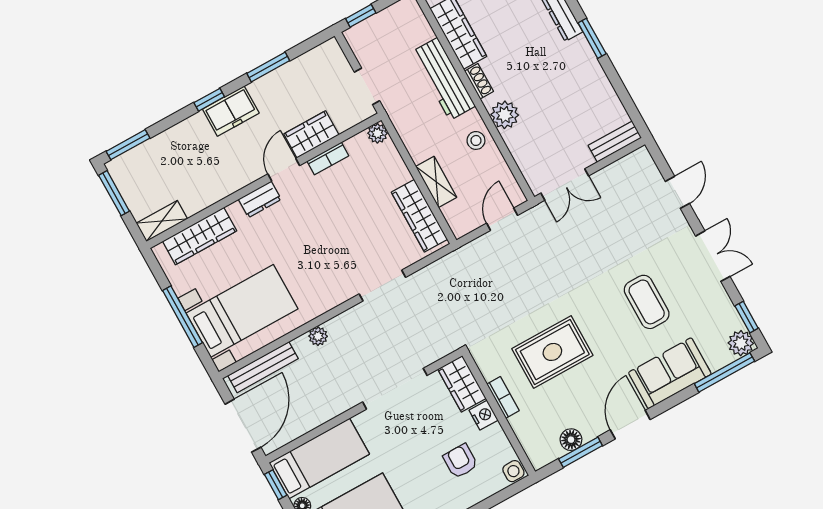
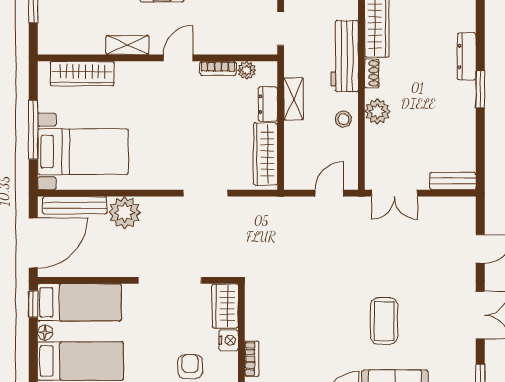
plant: (377, 133) -> (247, 70), moved
wardrobe: (311, 134) -> (215, 42), removed
shelving: (436, 182) -> (294, 99), moved
dresser: (260, 199) -> (268, 104), moved, turned 90
shelving: (162, 221) -> (127, 45), moved
coffee table: (647, 302) -> (384, 321), moved
plant: (318, 336) -> (125, 213), width x1.88, depth x1.88
rug: (552, 352) -> (311, 320), removed
bookcase: (503, 397) -> (252, 359), moved

